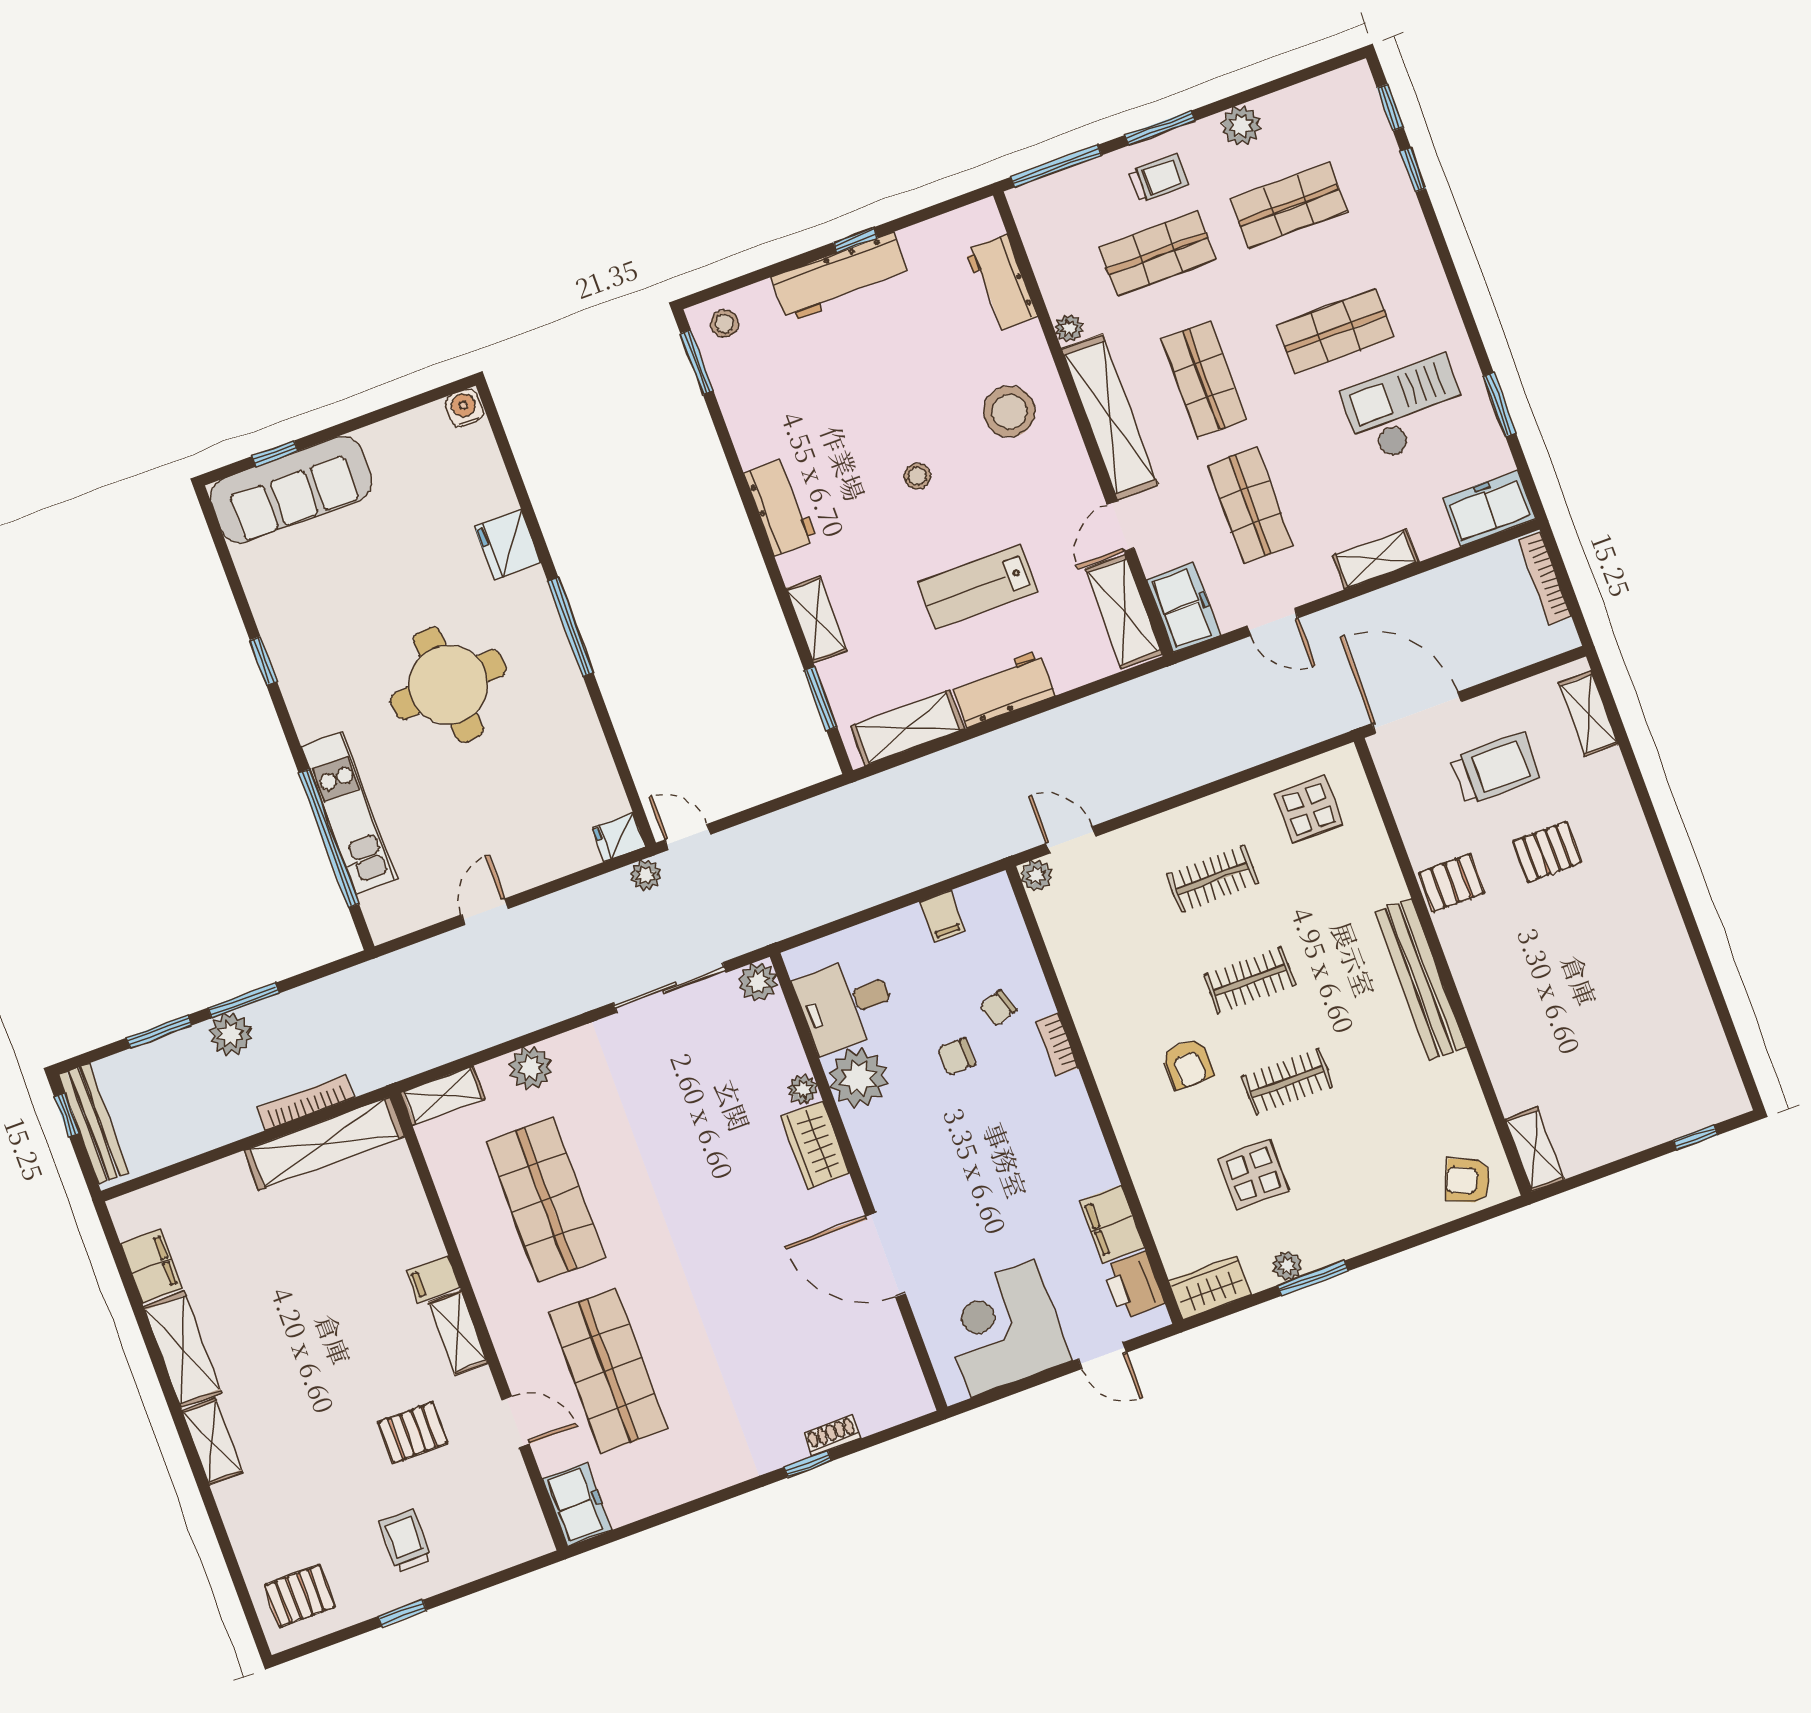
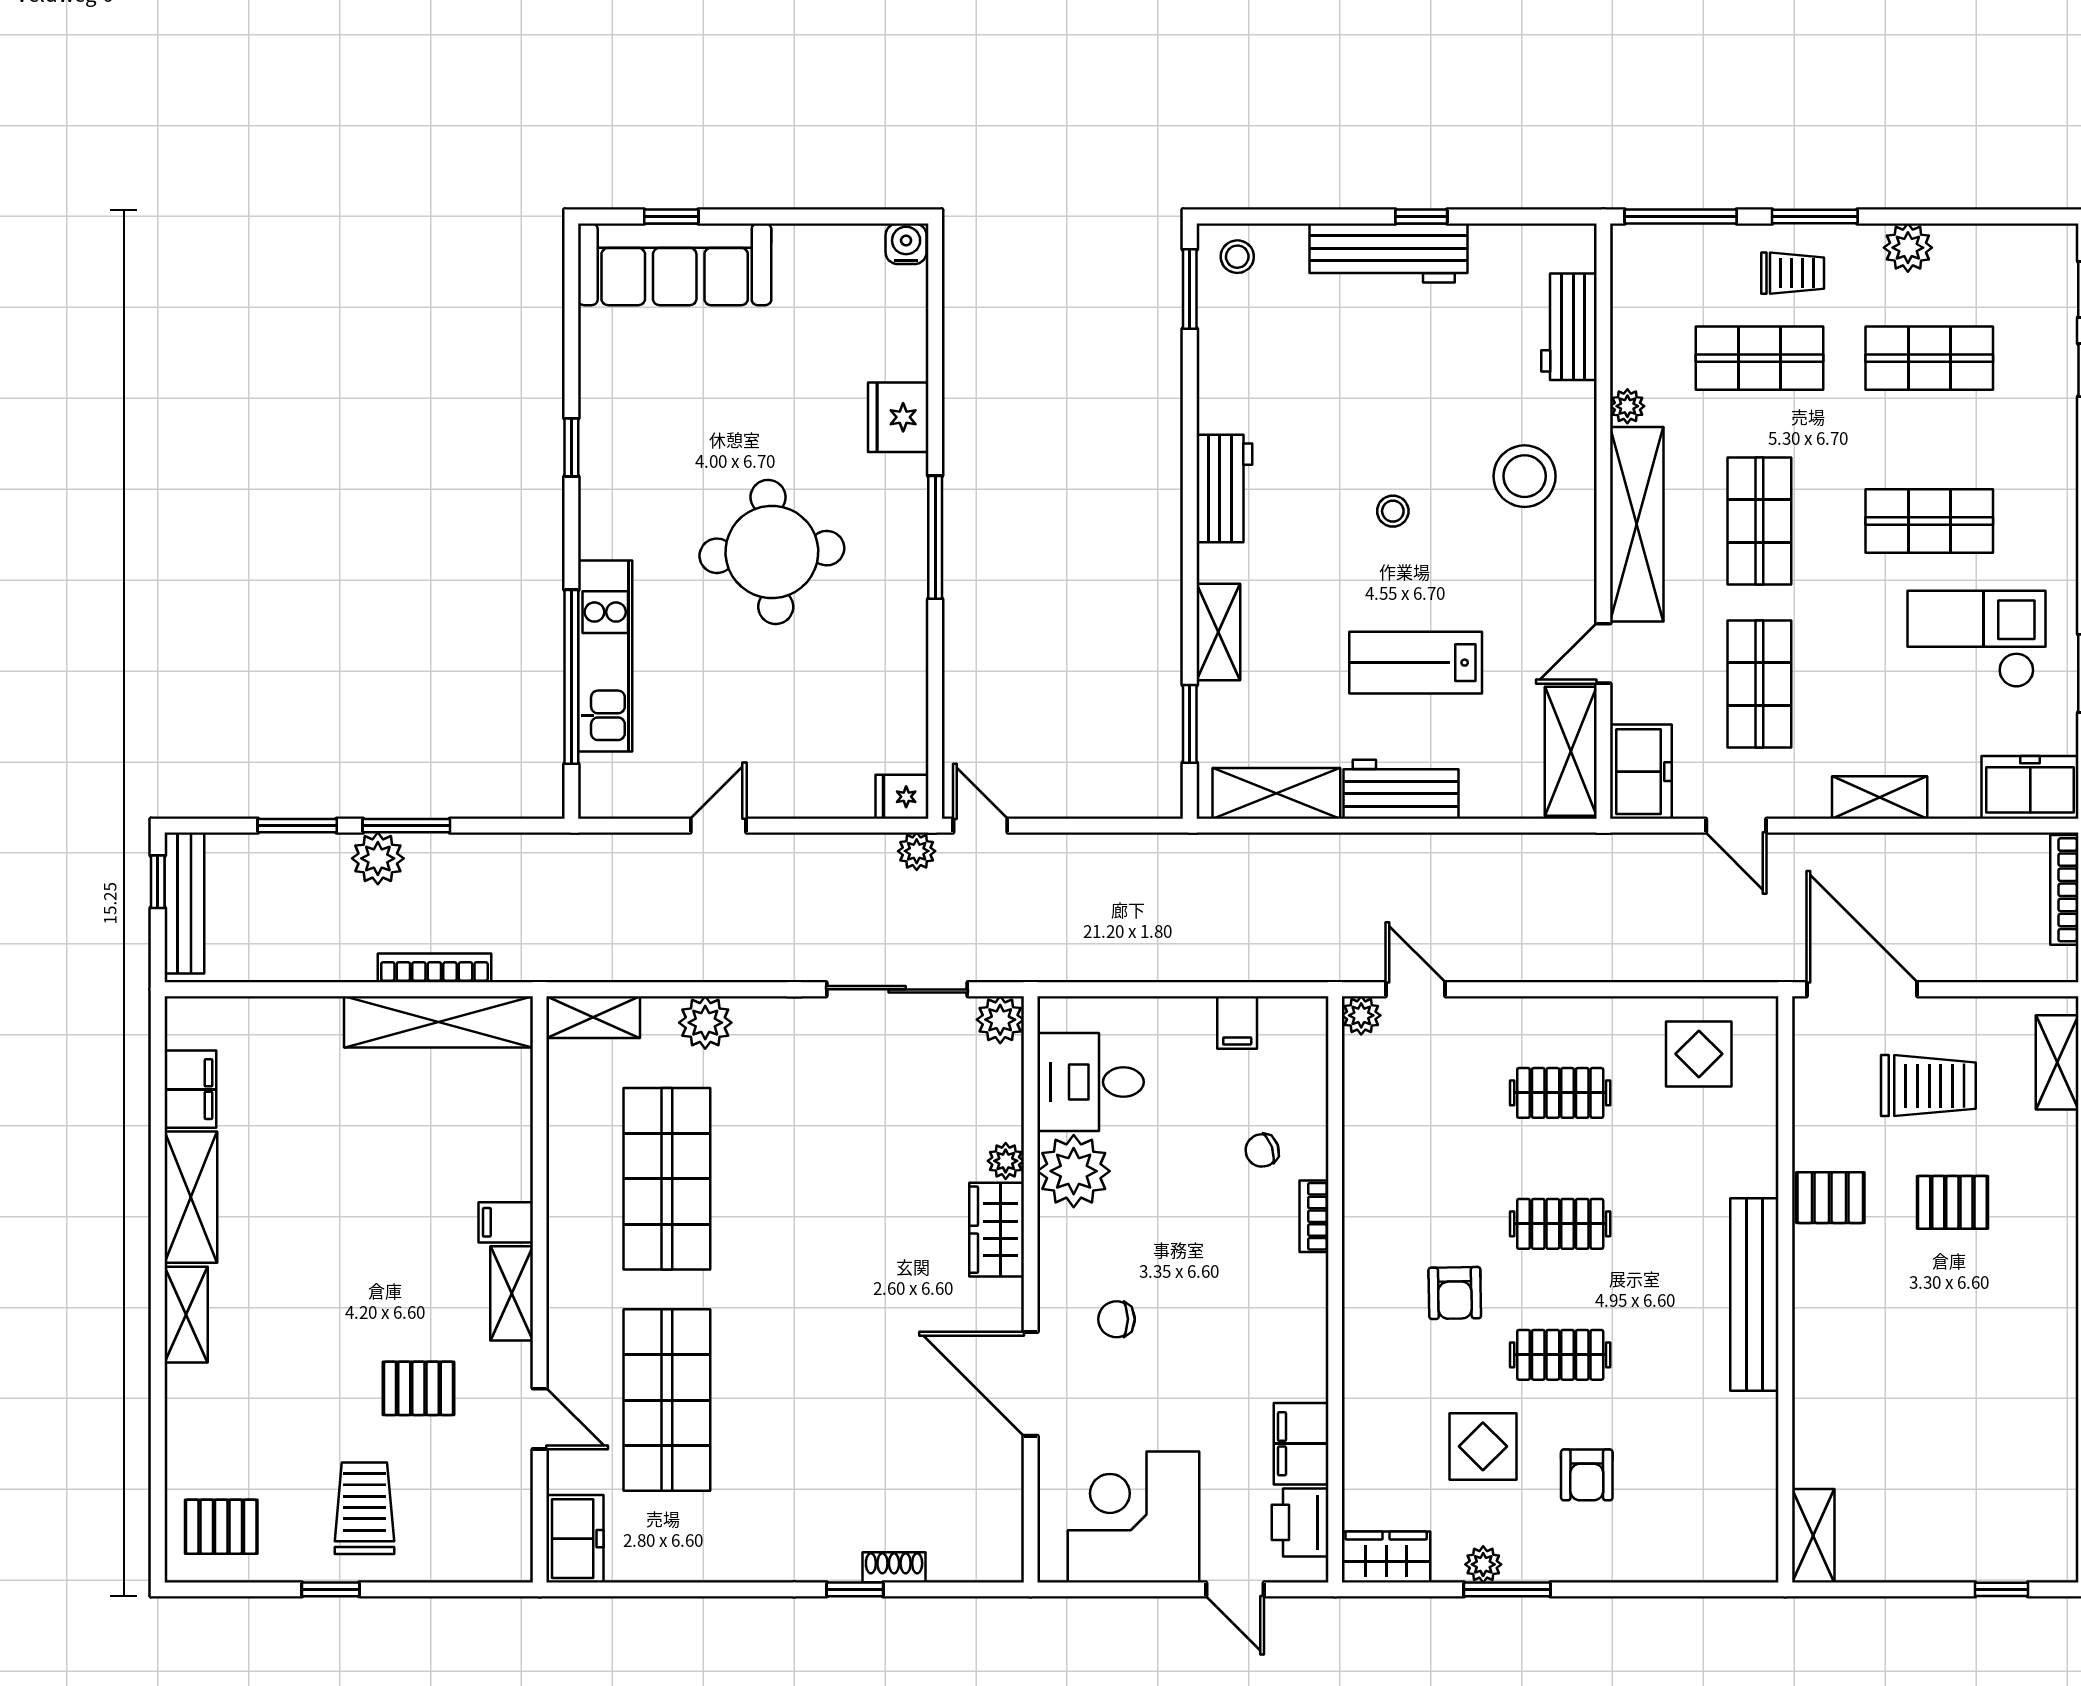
chair: (956, 1056) -> (1117, 1319), moved
armchair: (1468, 1181) -> (1587, 1475), moved, turned -114
trolley: (405, 1541) -> (364, 1508), width x1.36, depth x1.39

